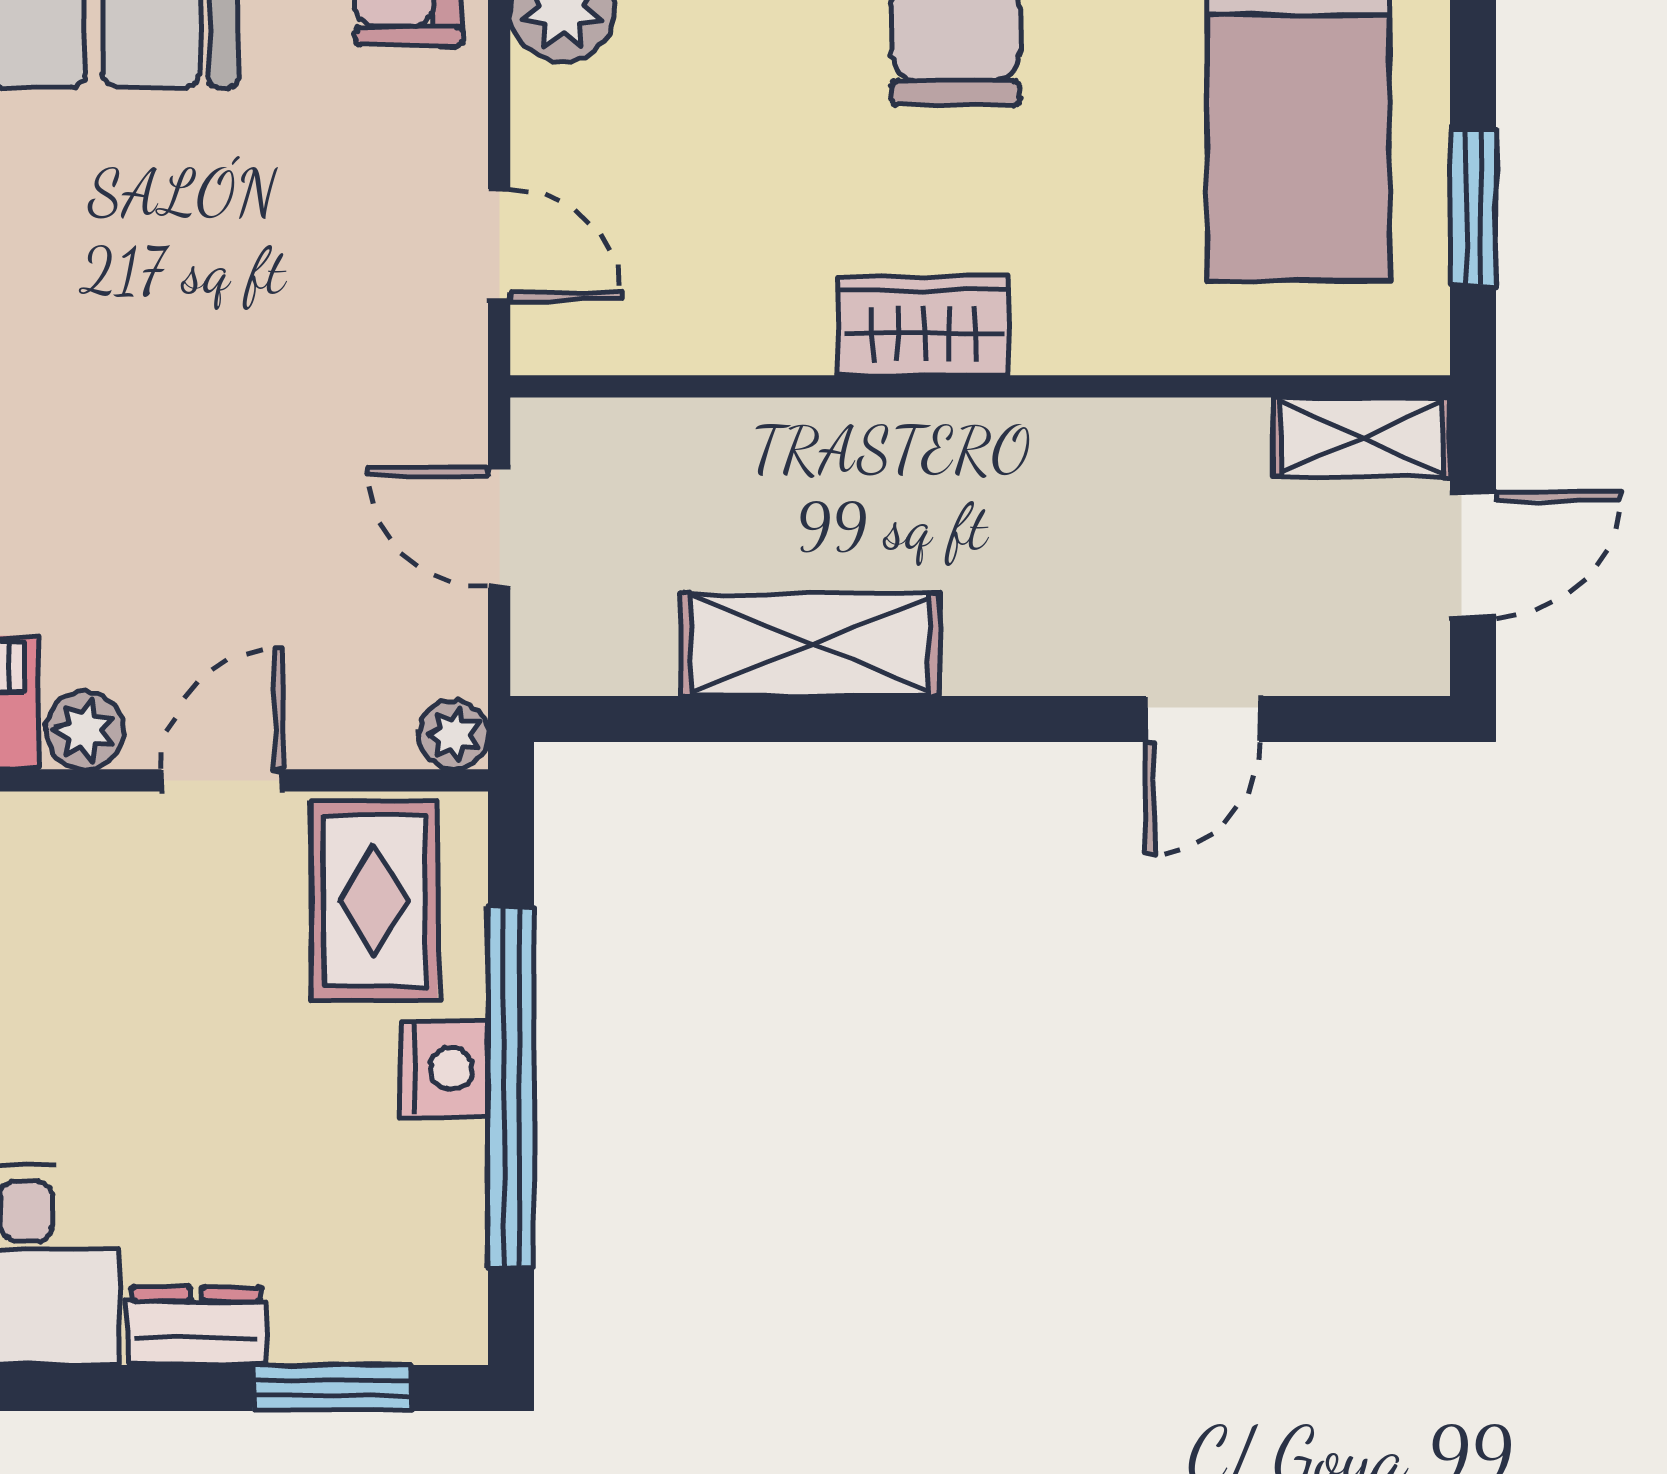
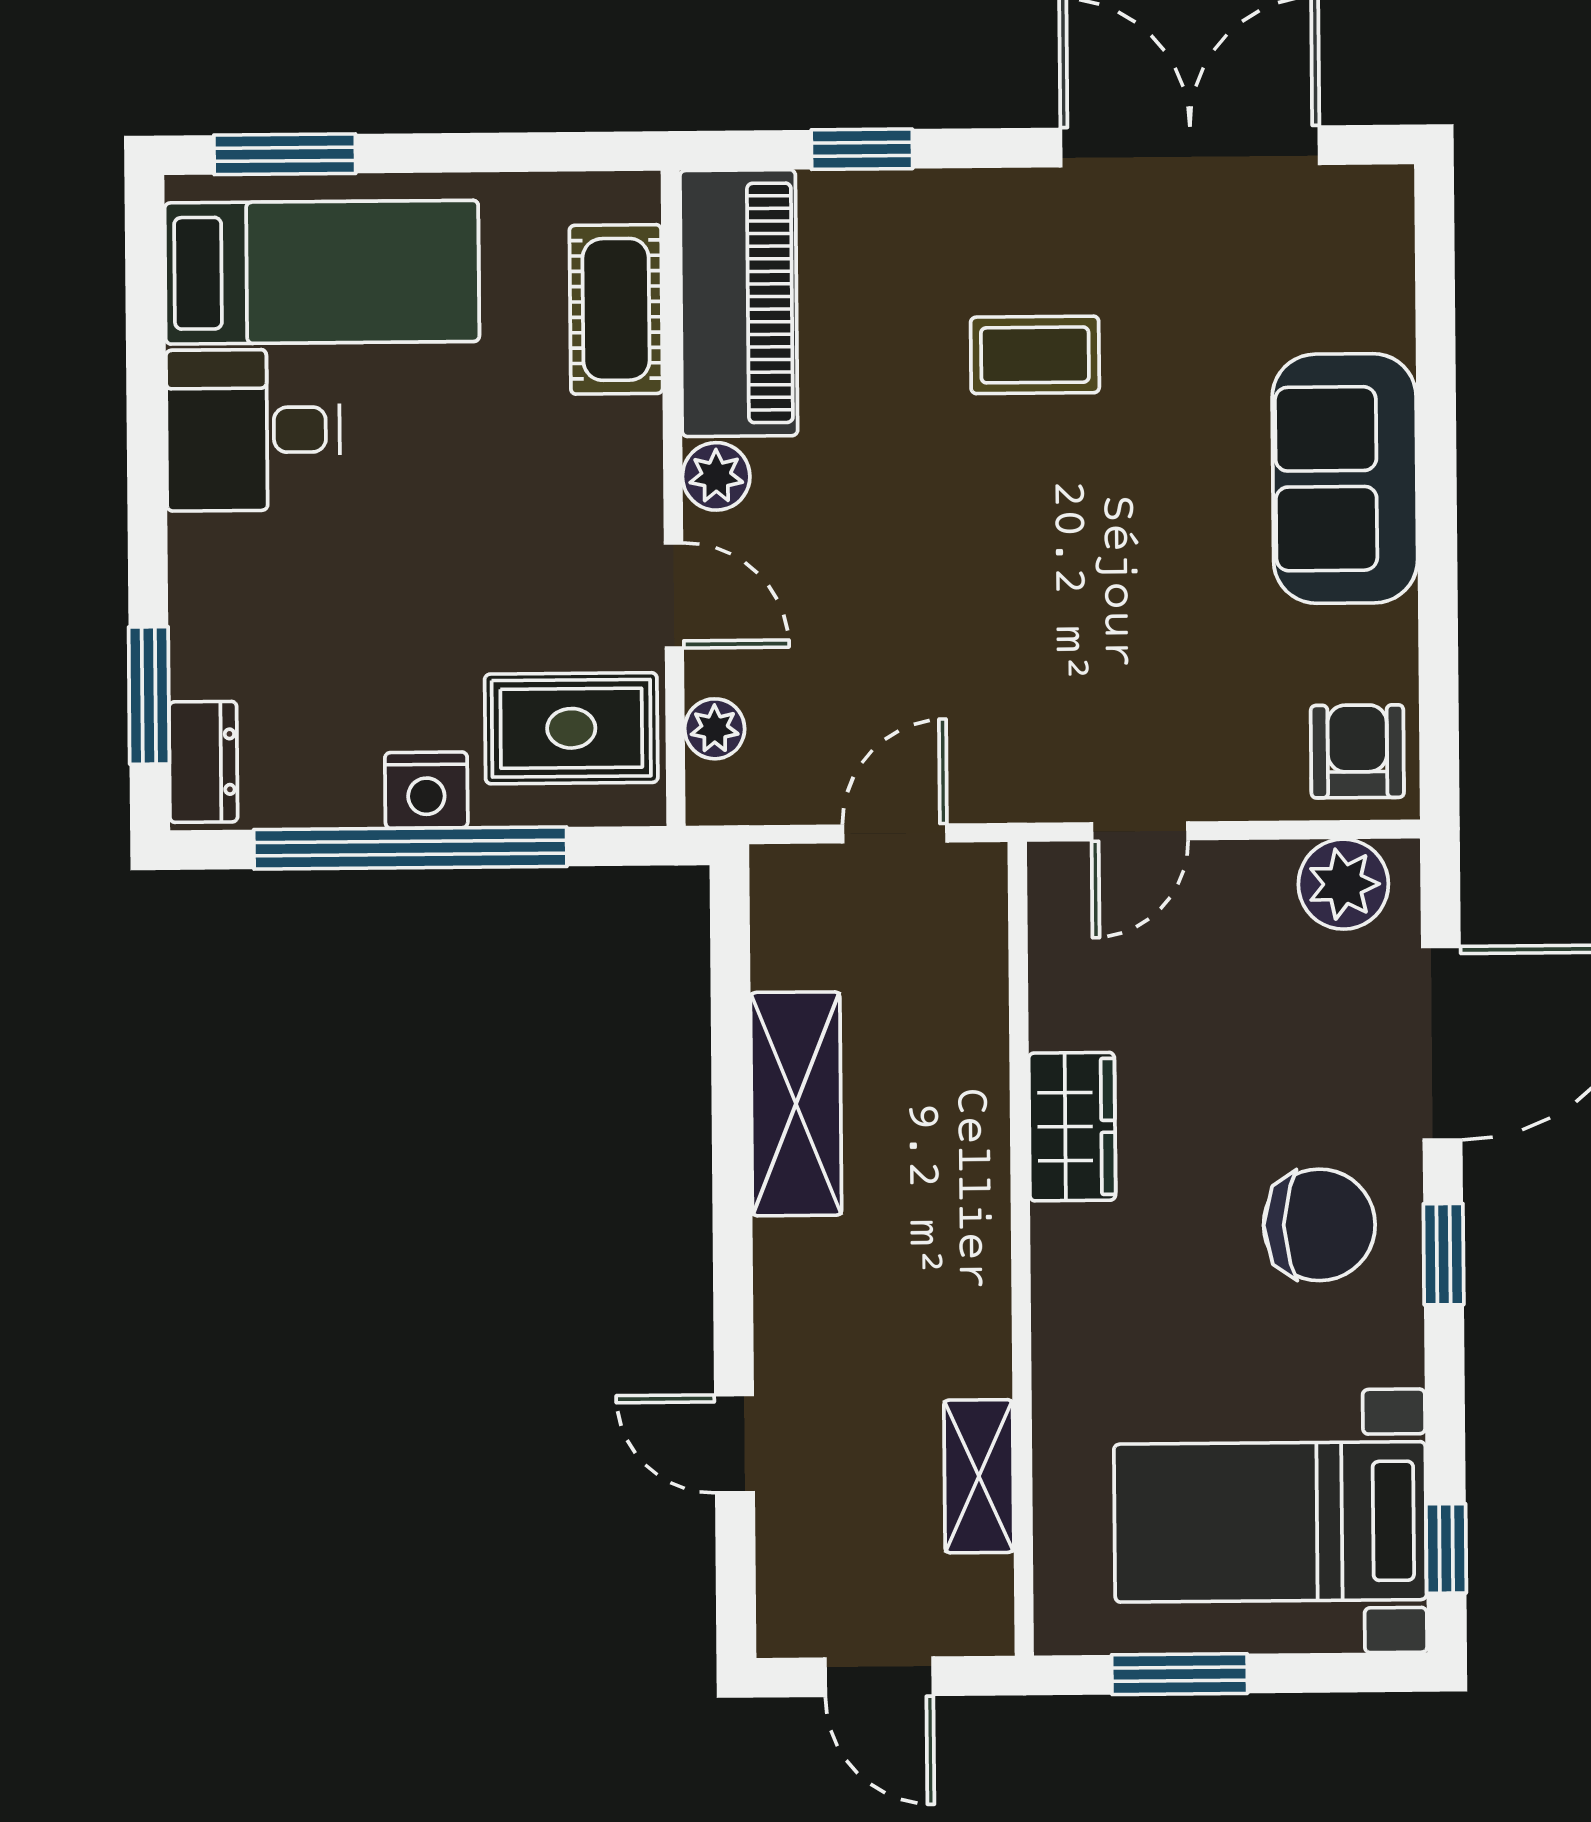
wardrobe: (924, 326) -> (1072, 1127), moved
shelving: (1362, 437) -> (979, 1476), moved
plant: (453, 735) -> (715, 729), moved
dresser: (196, 1326) -> (203, 762), moved

